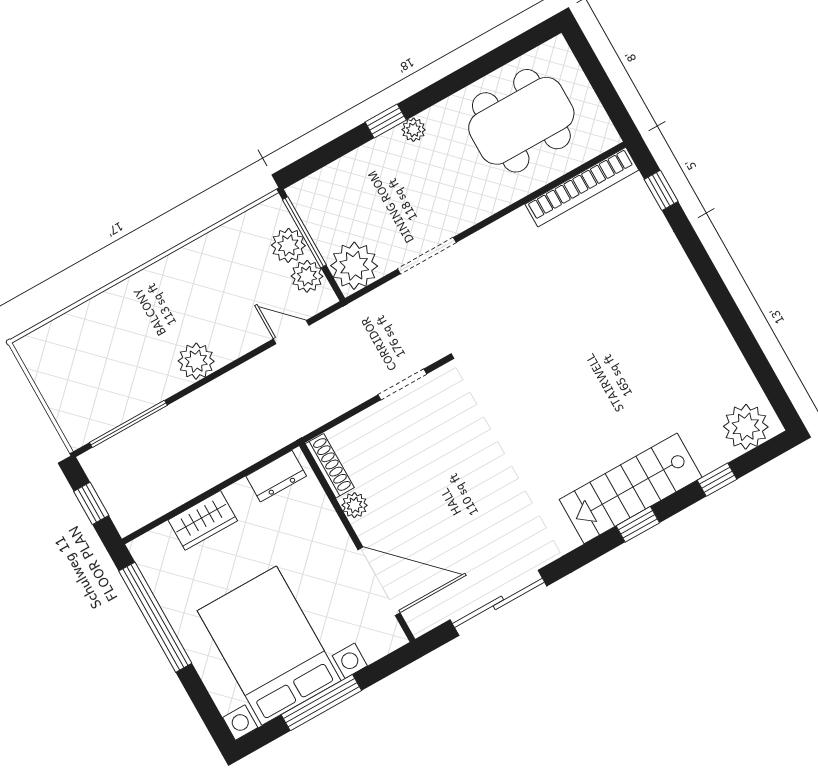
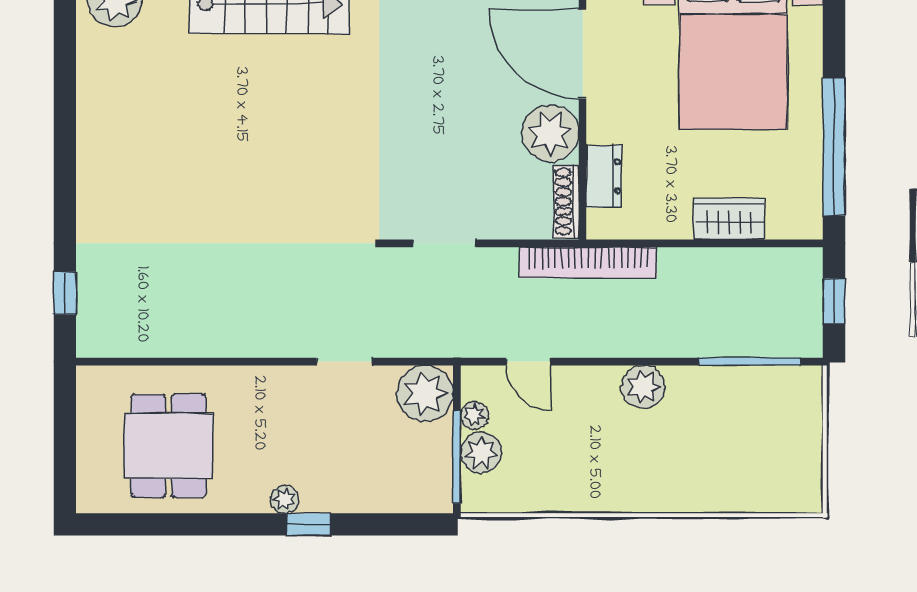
dining table: (521, 121) -> (169, 446), width x0.73
bookcase: (582, 187) -> (588, 263), moved, turned 180
doorway: (427, 256) -> (344, 362), width x0.73
plant: (307, 276) -> (474, 415), width x0.73, depth x0.73
dresser: (276, 476) -> (604, 176), moved, turned 90
plant: (354, 505) -> (550, 133), width x1.87, depth x1.87

